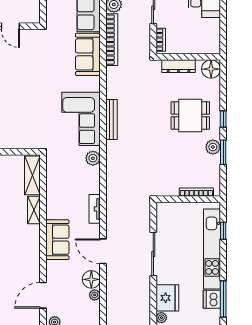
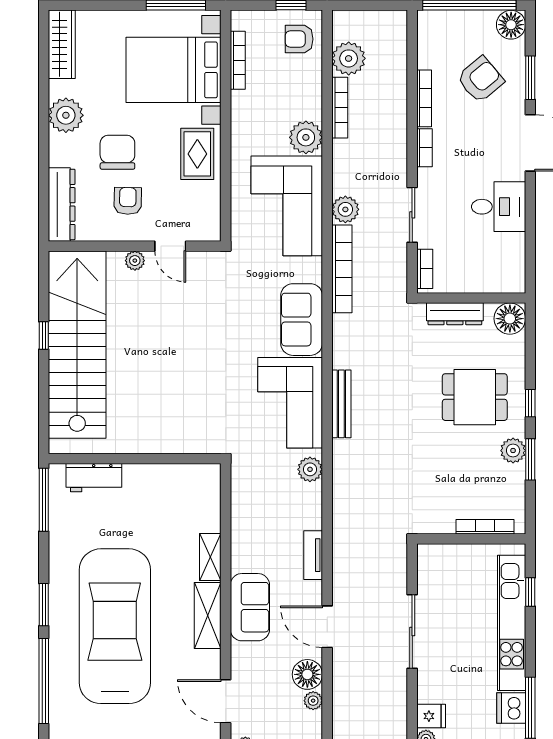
sofa: (88, 54) -> (302, 320), moved
shelving: (32, 175) -> (208, 616), moved
door: (43, 295) -> (226, 701), hinge flipped
fridge: (167, 298) -> (431, 716), width x0.53, depth x0.75

